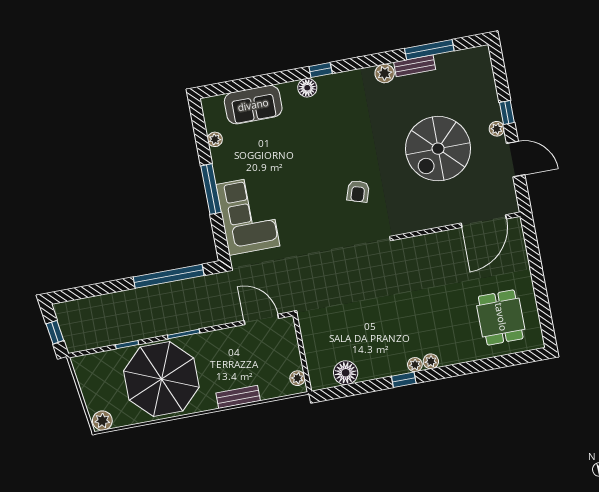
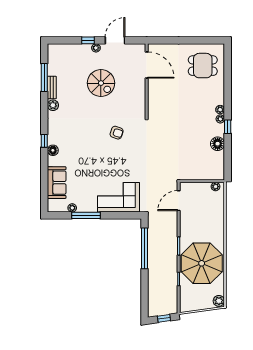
spiral stairs: (438, 149) -> (101, 83), width x0.73, depth x0.73
window: (211, 189) -> (86, 215), moved
floor lamp: (346, 373) -> (218, 144), moved
bench: (238, 397) -> (220, 222), removed

